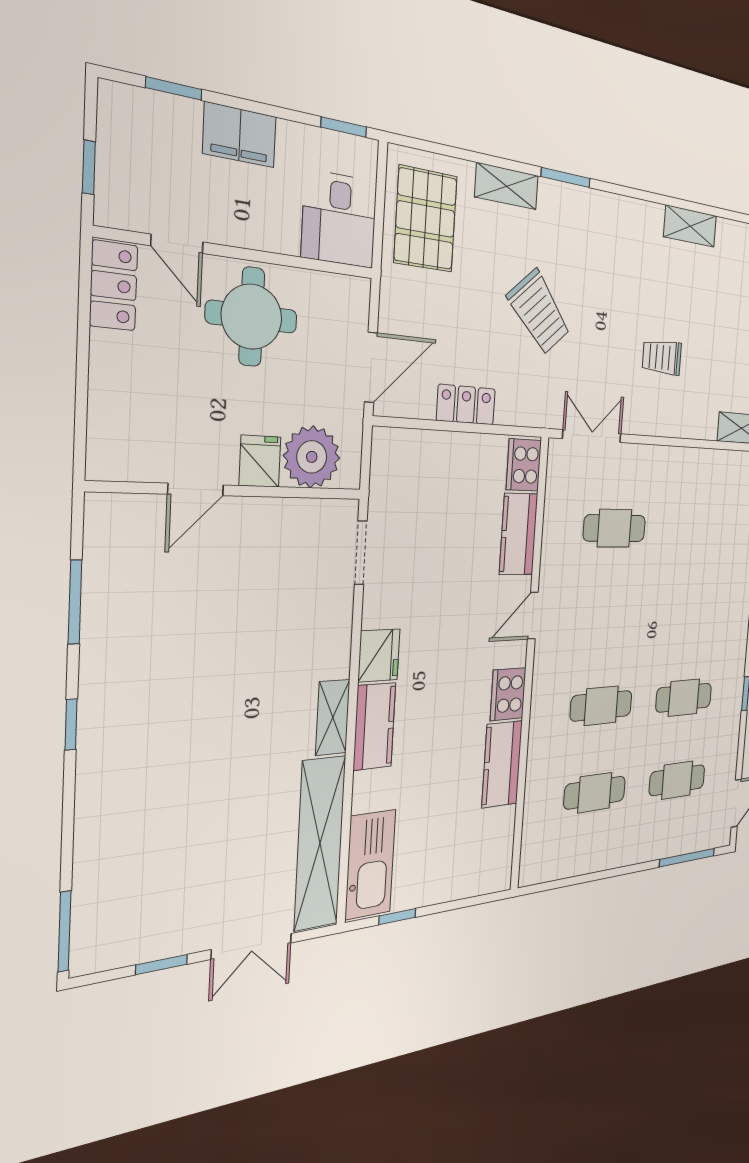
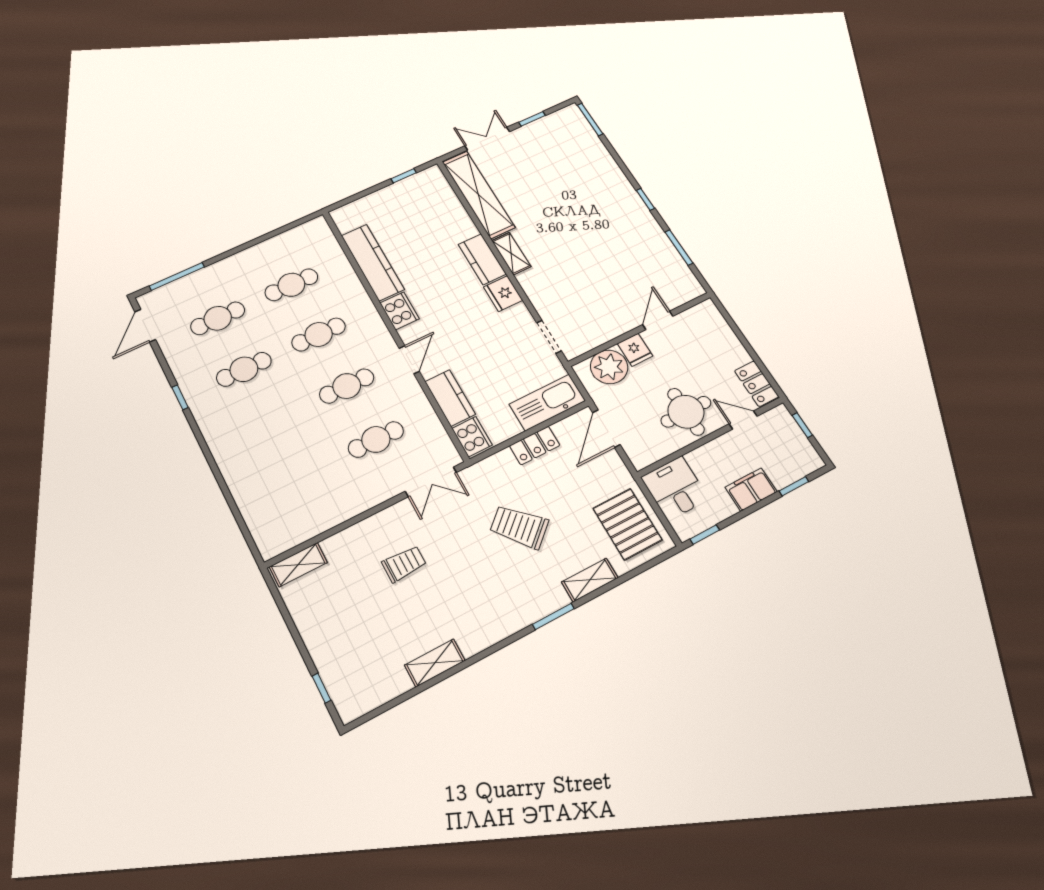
cafe table: (608, 618) -> (347, 386), added
kitchen counter: (502, 764) -> (373, 262), width x1.50
kitchen sink: (370, 864) -> (547, 402), moved, turned 90

